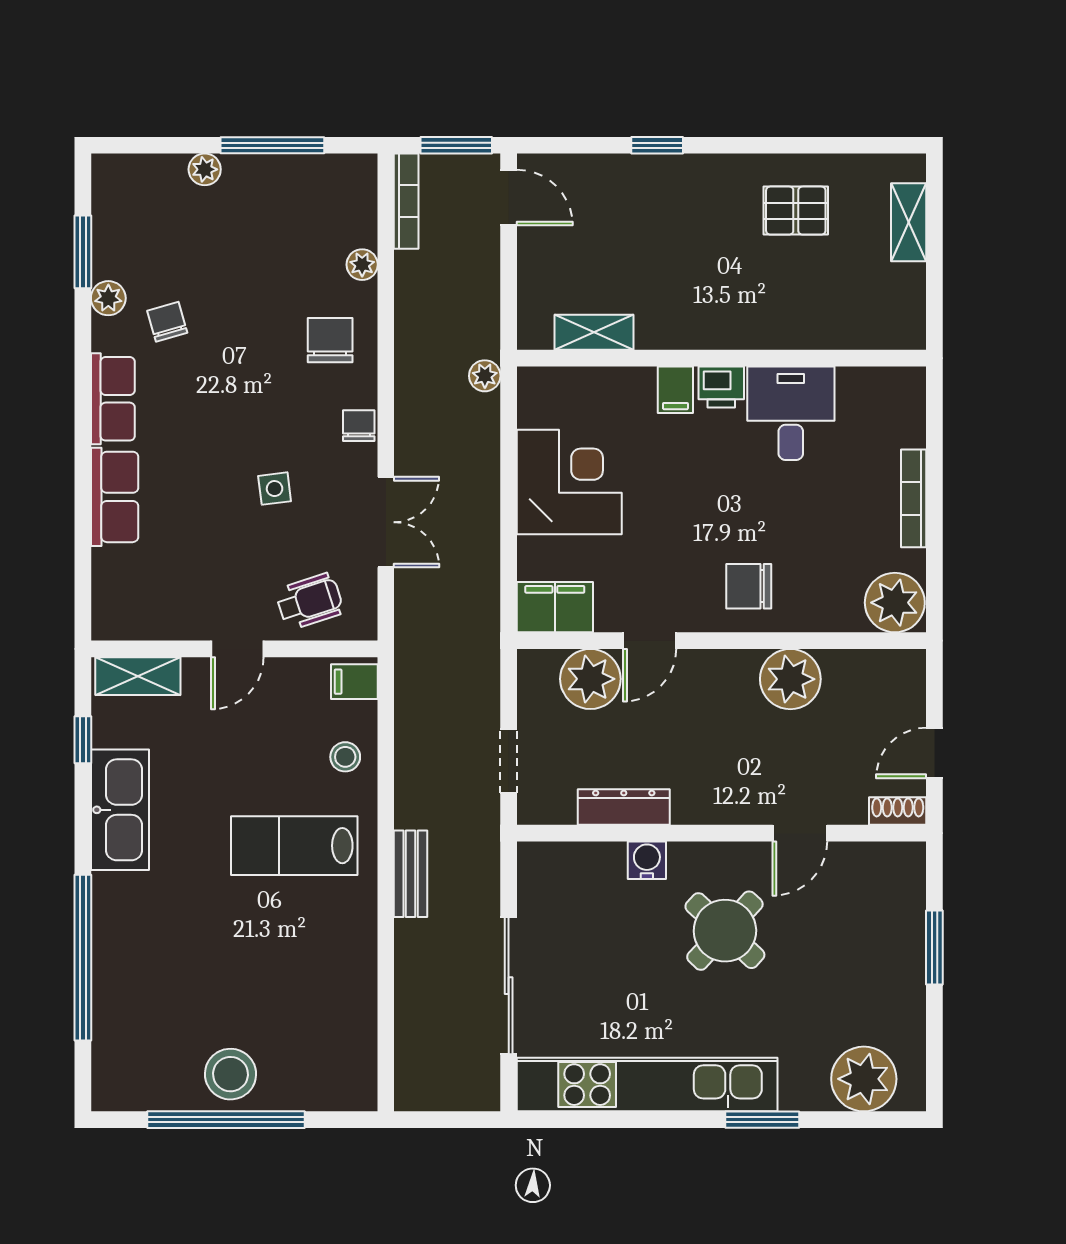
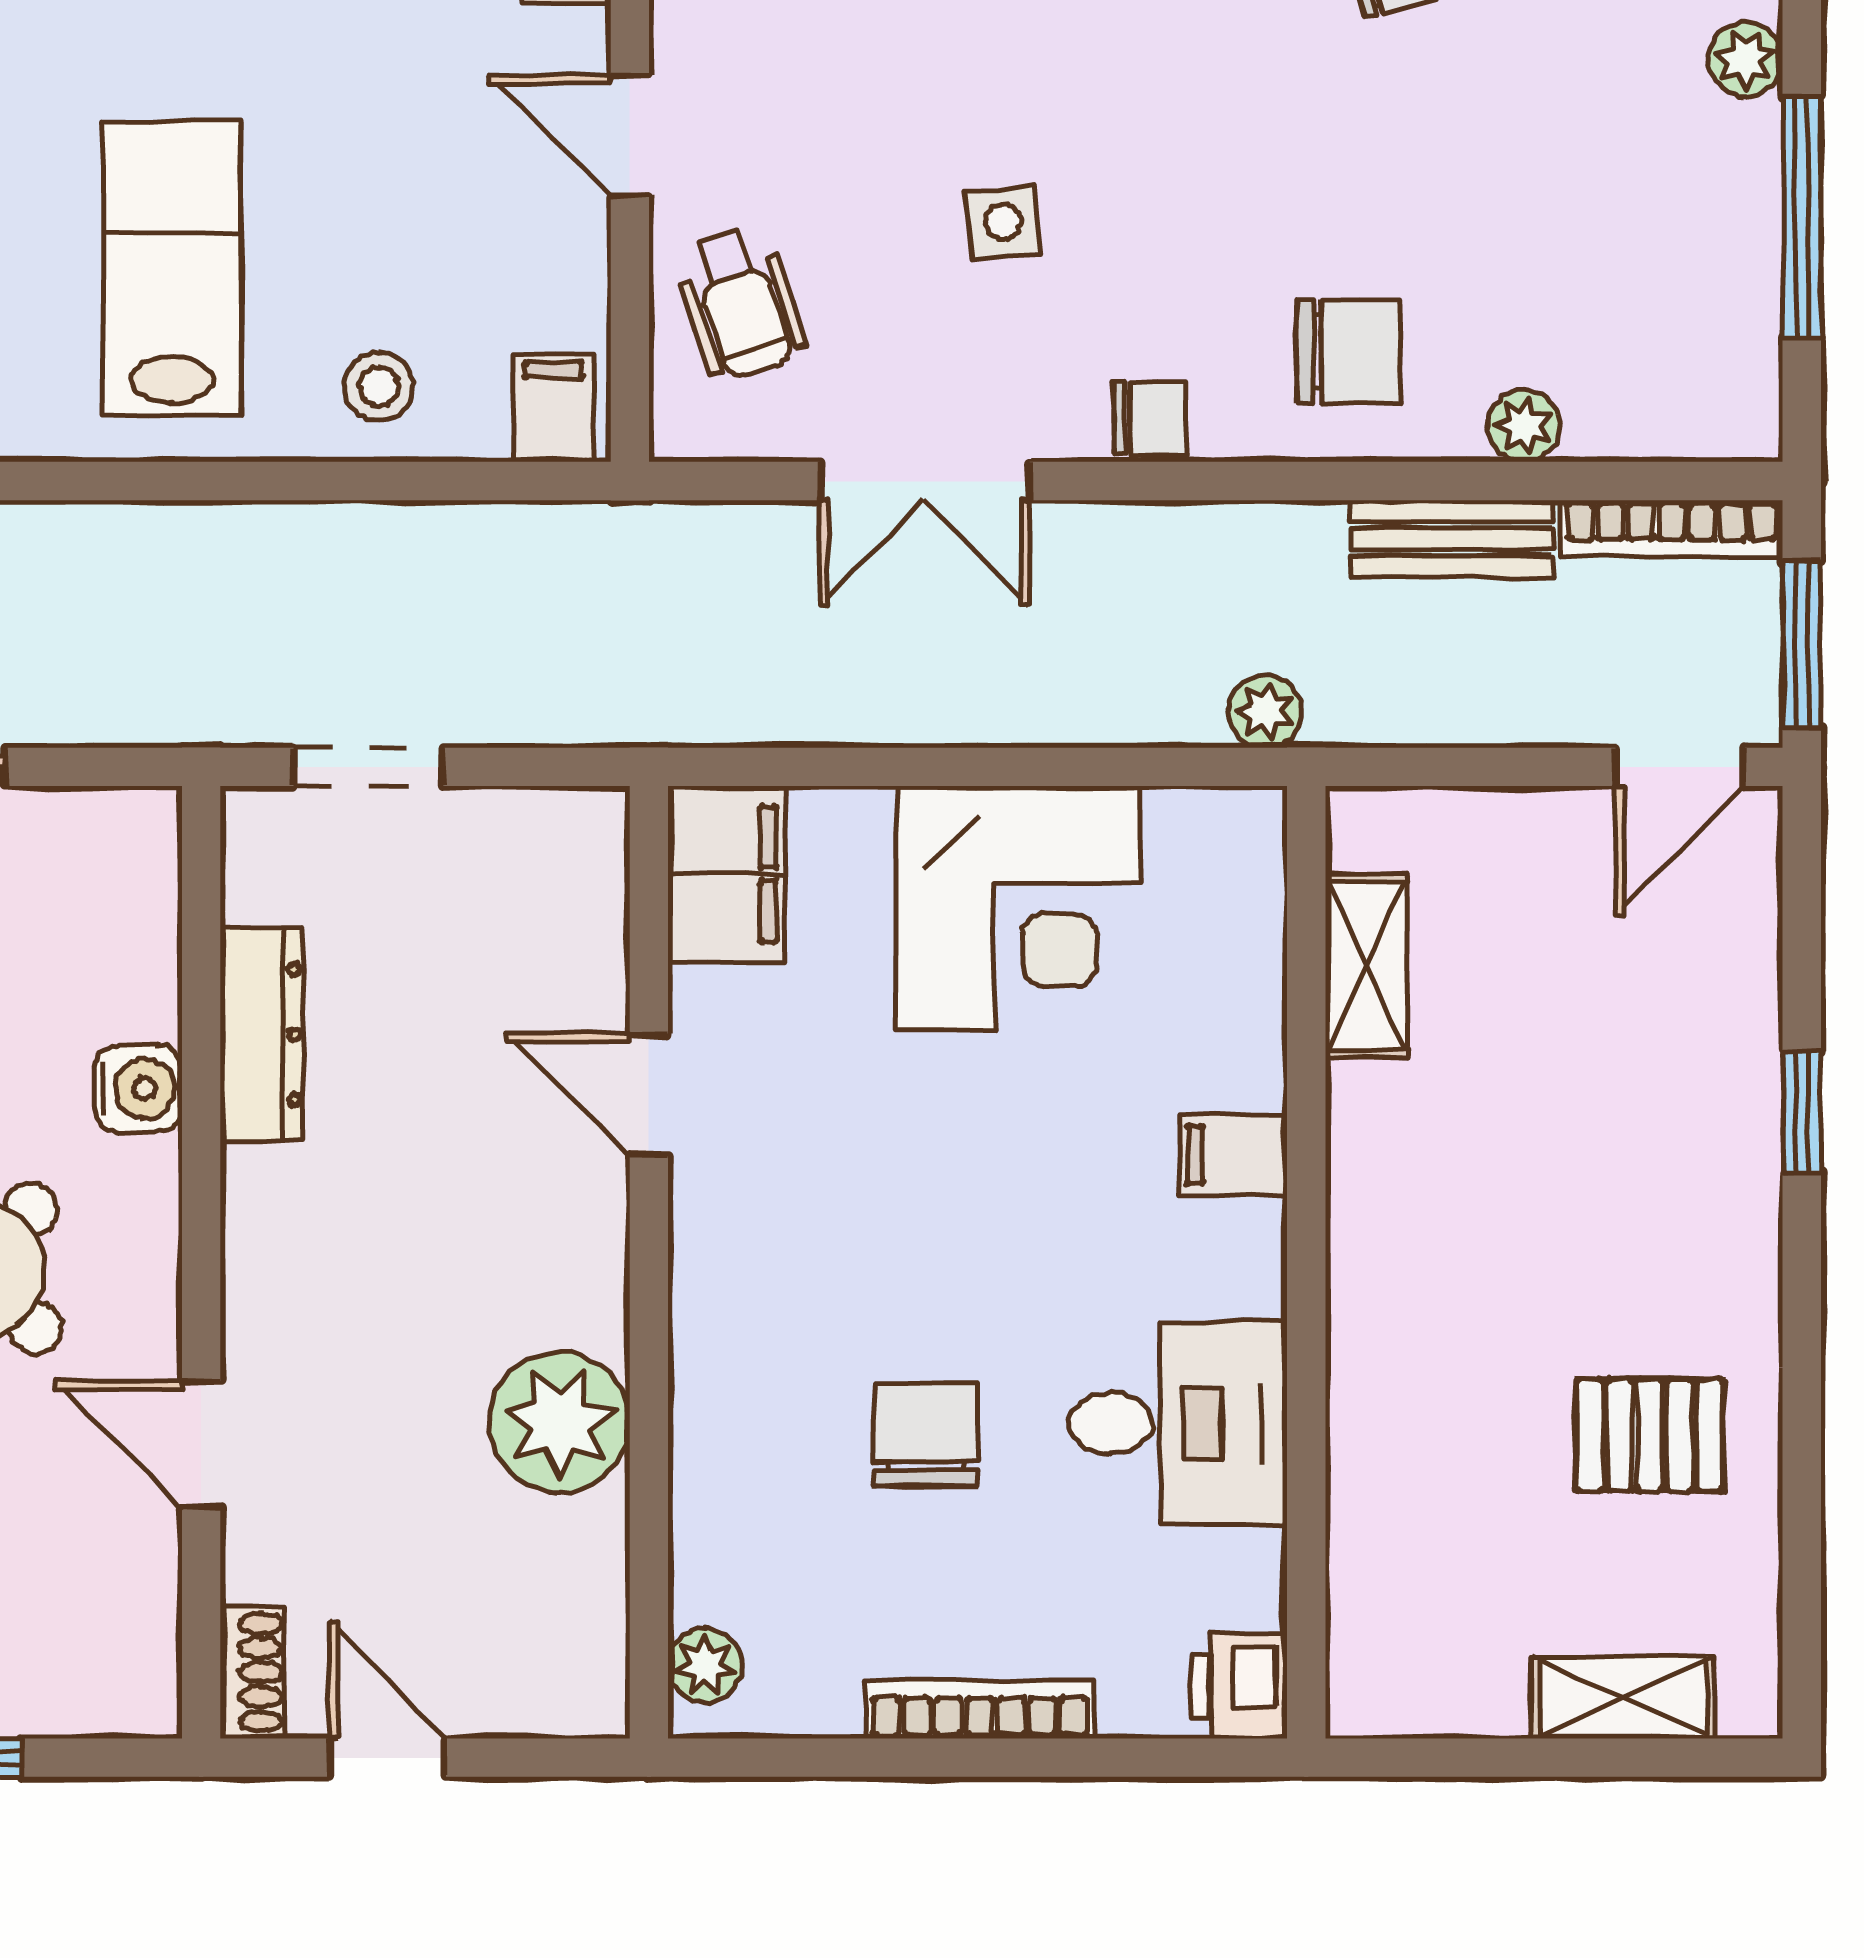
pallet: (796, 211) -> (1650, 1435), turned 90
printer: (721, 387) -> (1239, 1686), moved
chair: (749, 586) -> (926, 1435), moved
plant: (895, 603) -> (705, 1666), width x0.53, depth x0.53
plant: (590, 679) -> (560, 957), removed
bench: (411, 874) -> (1452, 539), moved

